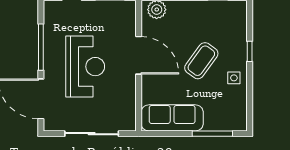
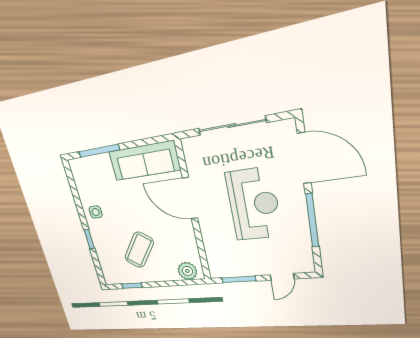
door: (139, 55) -> (190, 198), moved
coffee table: (201, 61) -> (139, 250), moved
reception desk: (85, 67) -> (254, 204), turned 180

